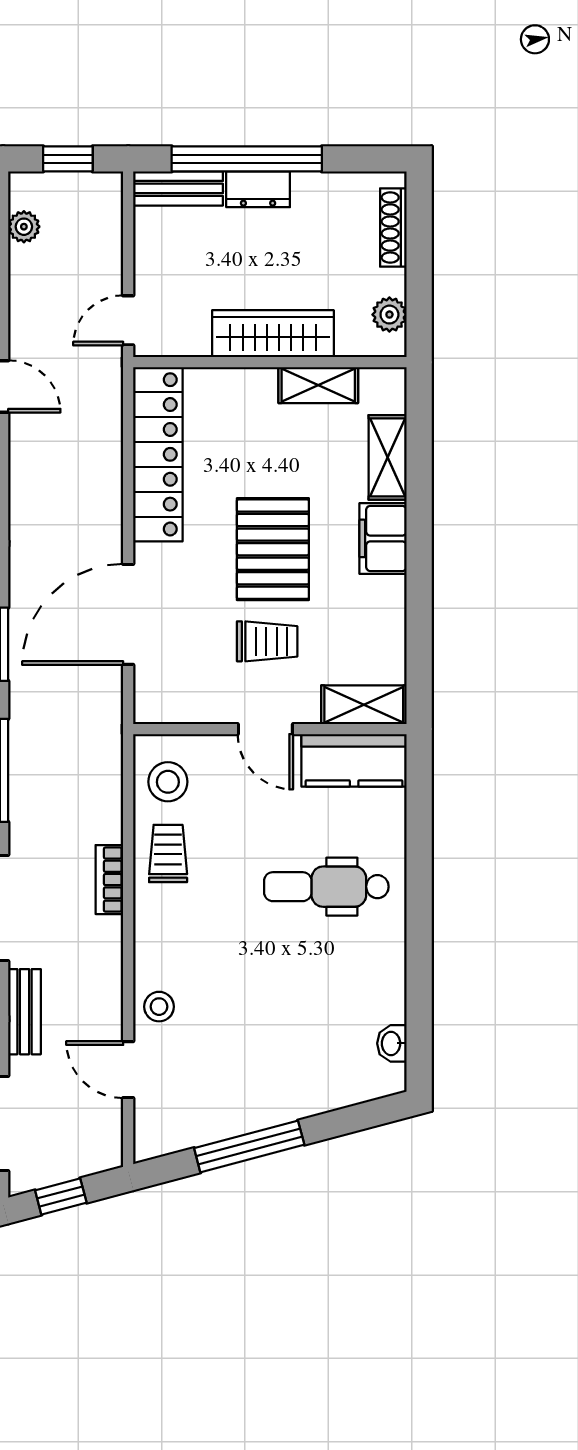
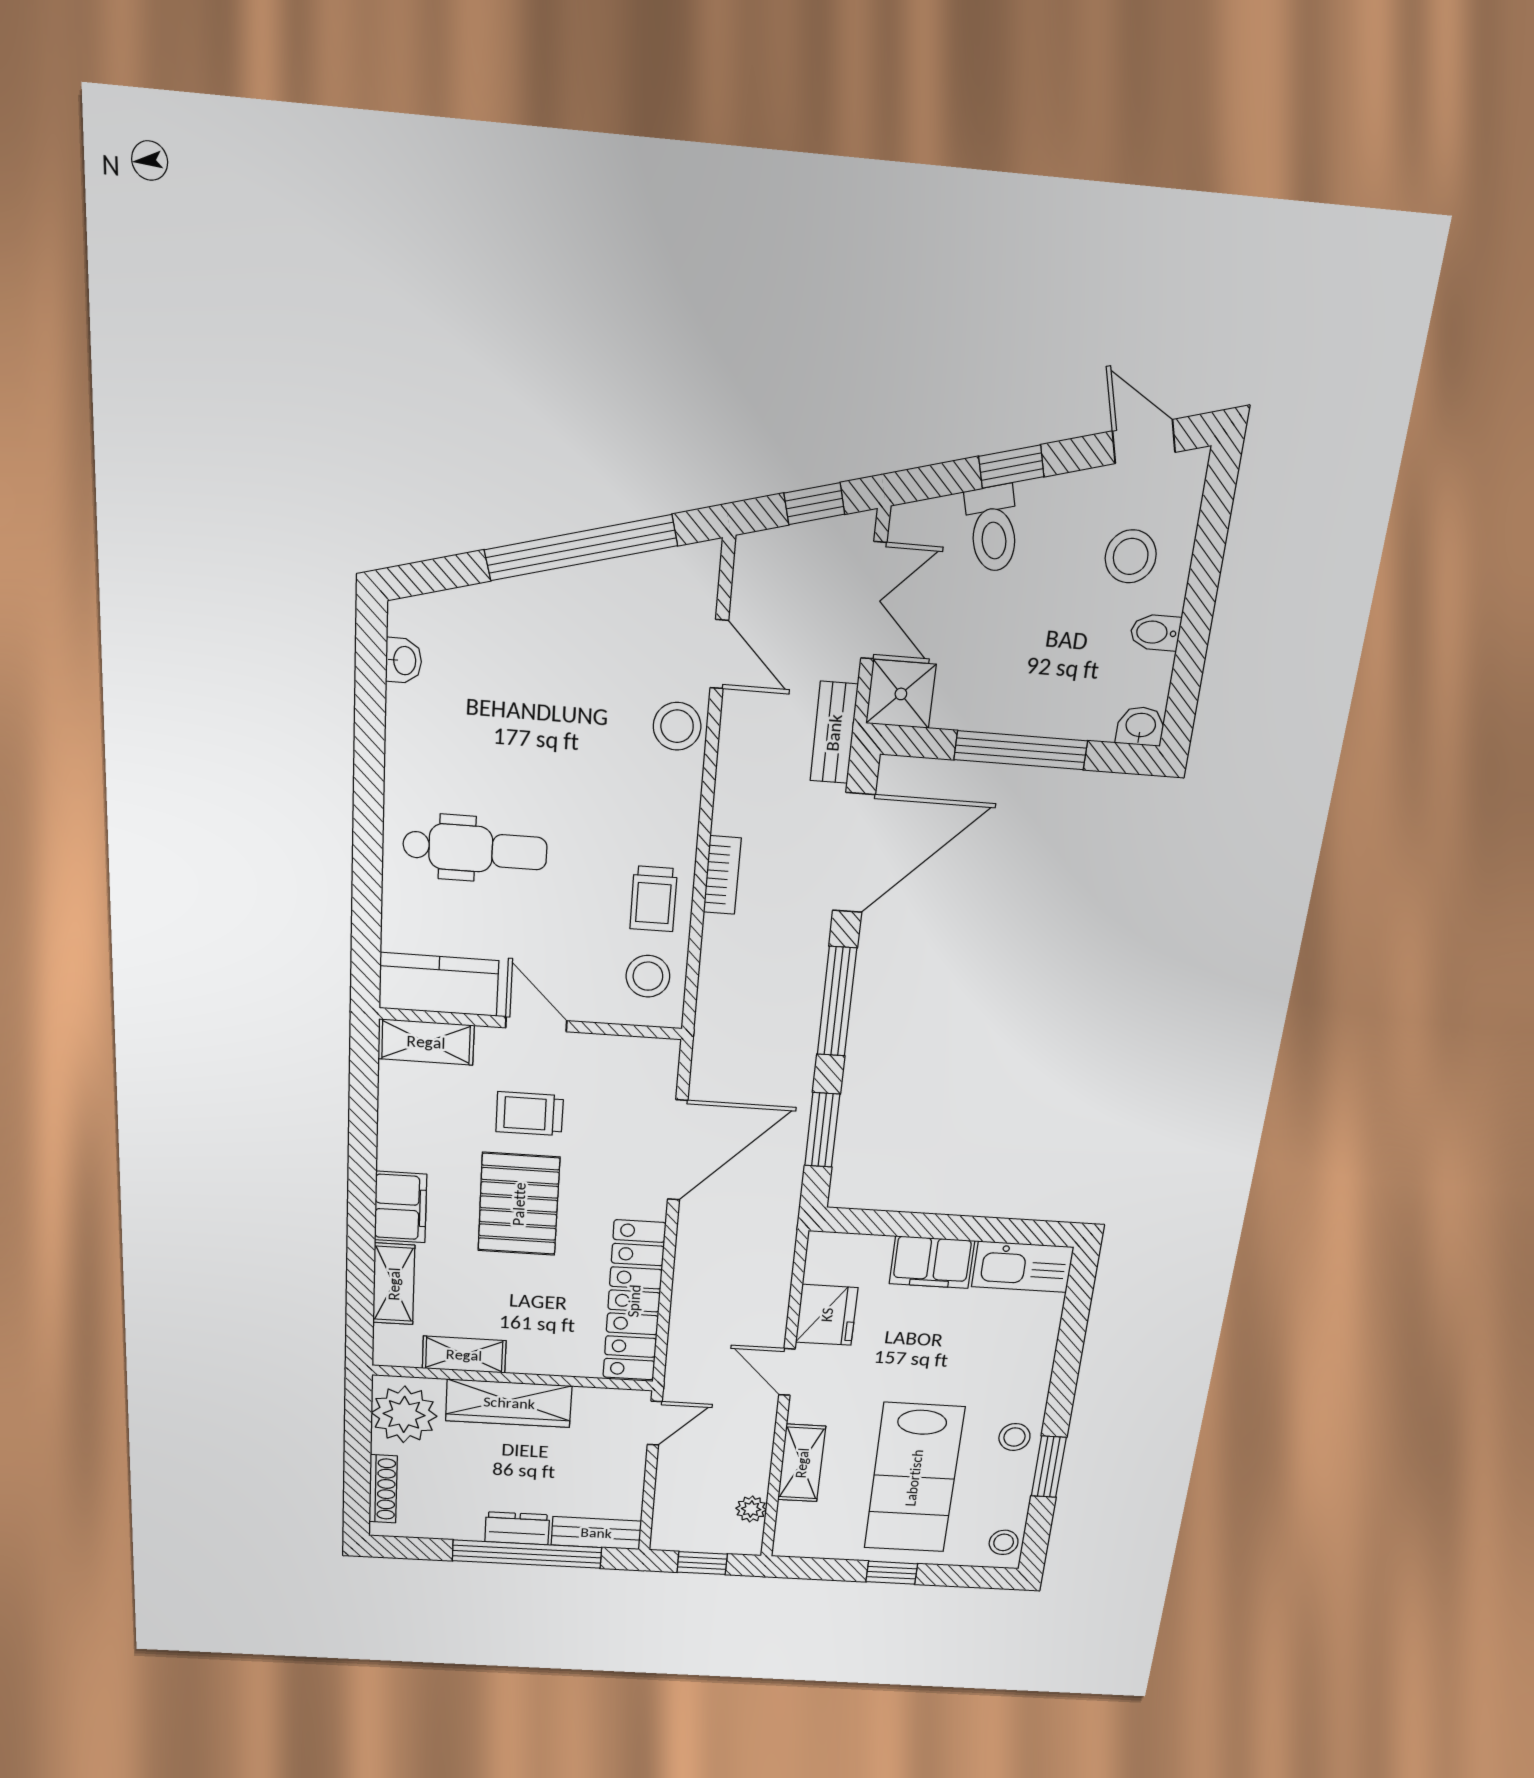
plant: (389, 315) -> (404, 1414), width x1.88, depth x1.88
stool: (159, 1007) -> (677, 726), width x1.37, depth x1.37
window: (249, 1146) -> (581, 548), width x1.46

